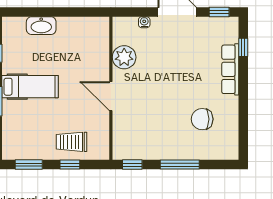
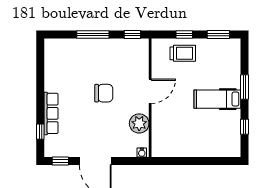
water cooler: (144, 22) -> (142, 153), moved
washbasin: (41, 26) -> (208, 150), removed
door: (111, 96) -> (150, 91), hinge flipped
chair: (202, 119) -> (104, 93), moved

